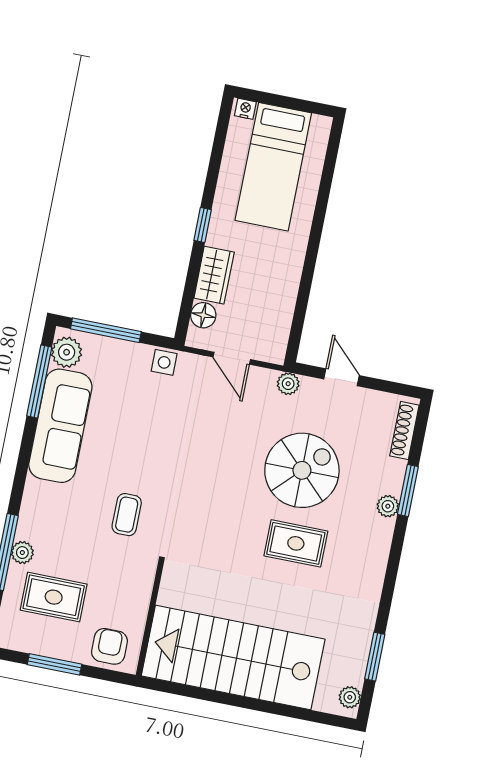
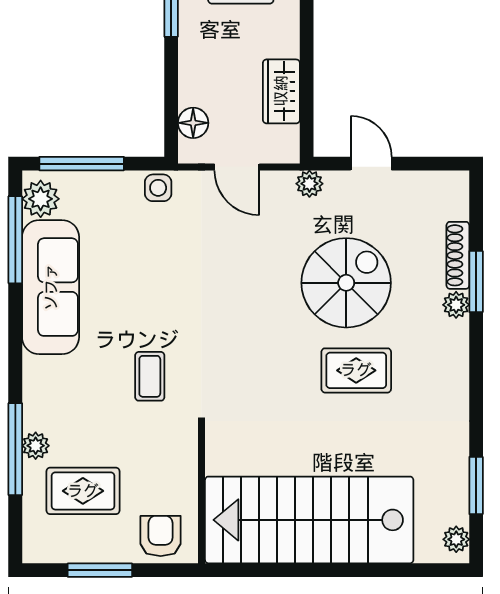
wardrobe: (214, 275) -> (281, 91), moved, turned 180
shoe rack: (404, 430) -> (458, 255), moved

